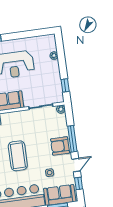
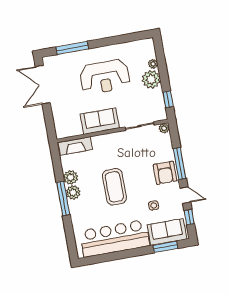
plant: (52, 68) -> (151, 79), added
armchair: (60, 146) -> (165, 173), turned -90
door: (76, 165) -> (185, 195), hinge flipped

